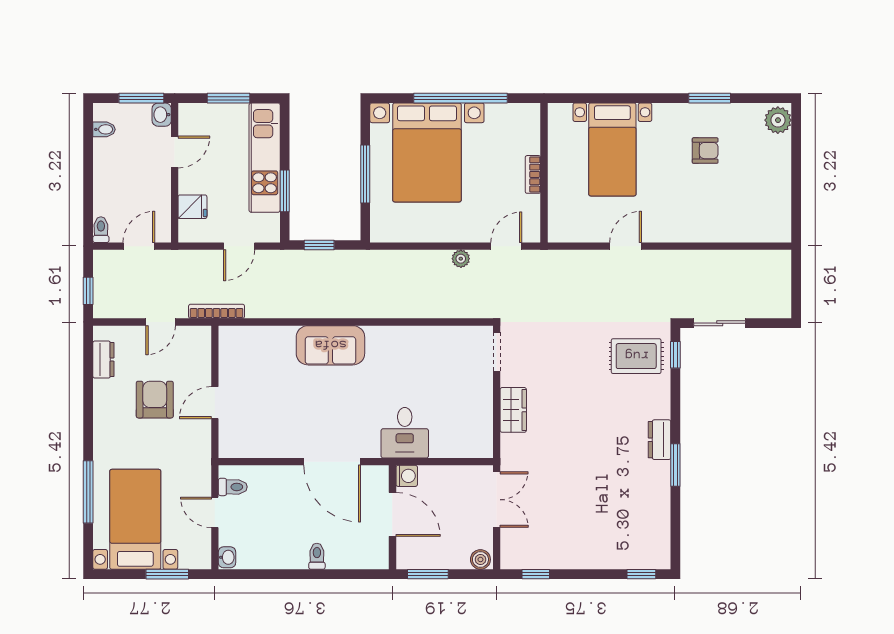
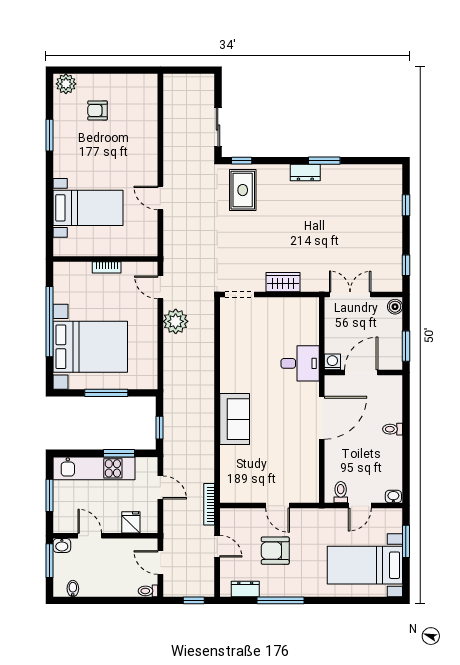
armchair: (705, 151) -> (98, 110), moved, turned -90
plant: (461, 259) -> (176, 321), width x1.88, depth x1.88
window: (88, 492) -> (281, 600), moved
window: (641, 574) -> (406, 205), moved

